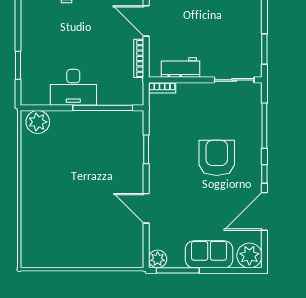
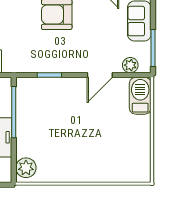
barbecue: (122, 255) -> (140, 96), added
plant: (158, 259) -> (130, 65), moved

